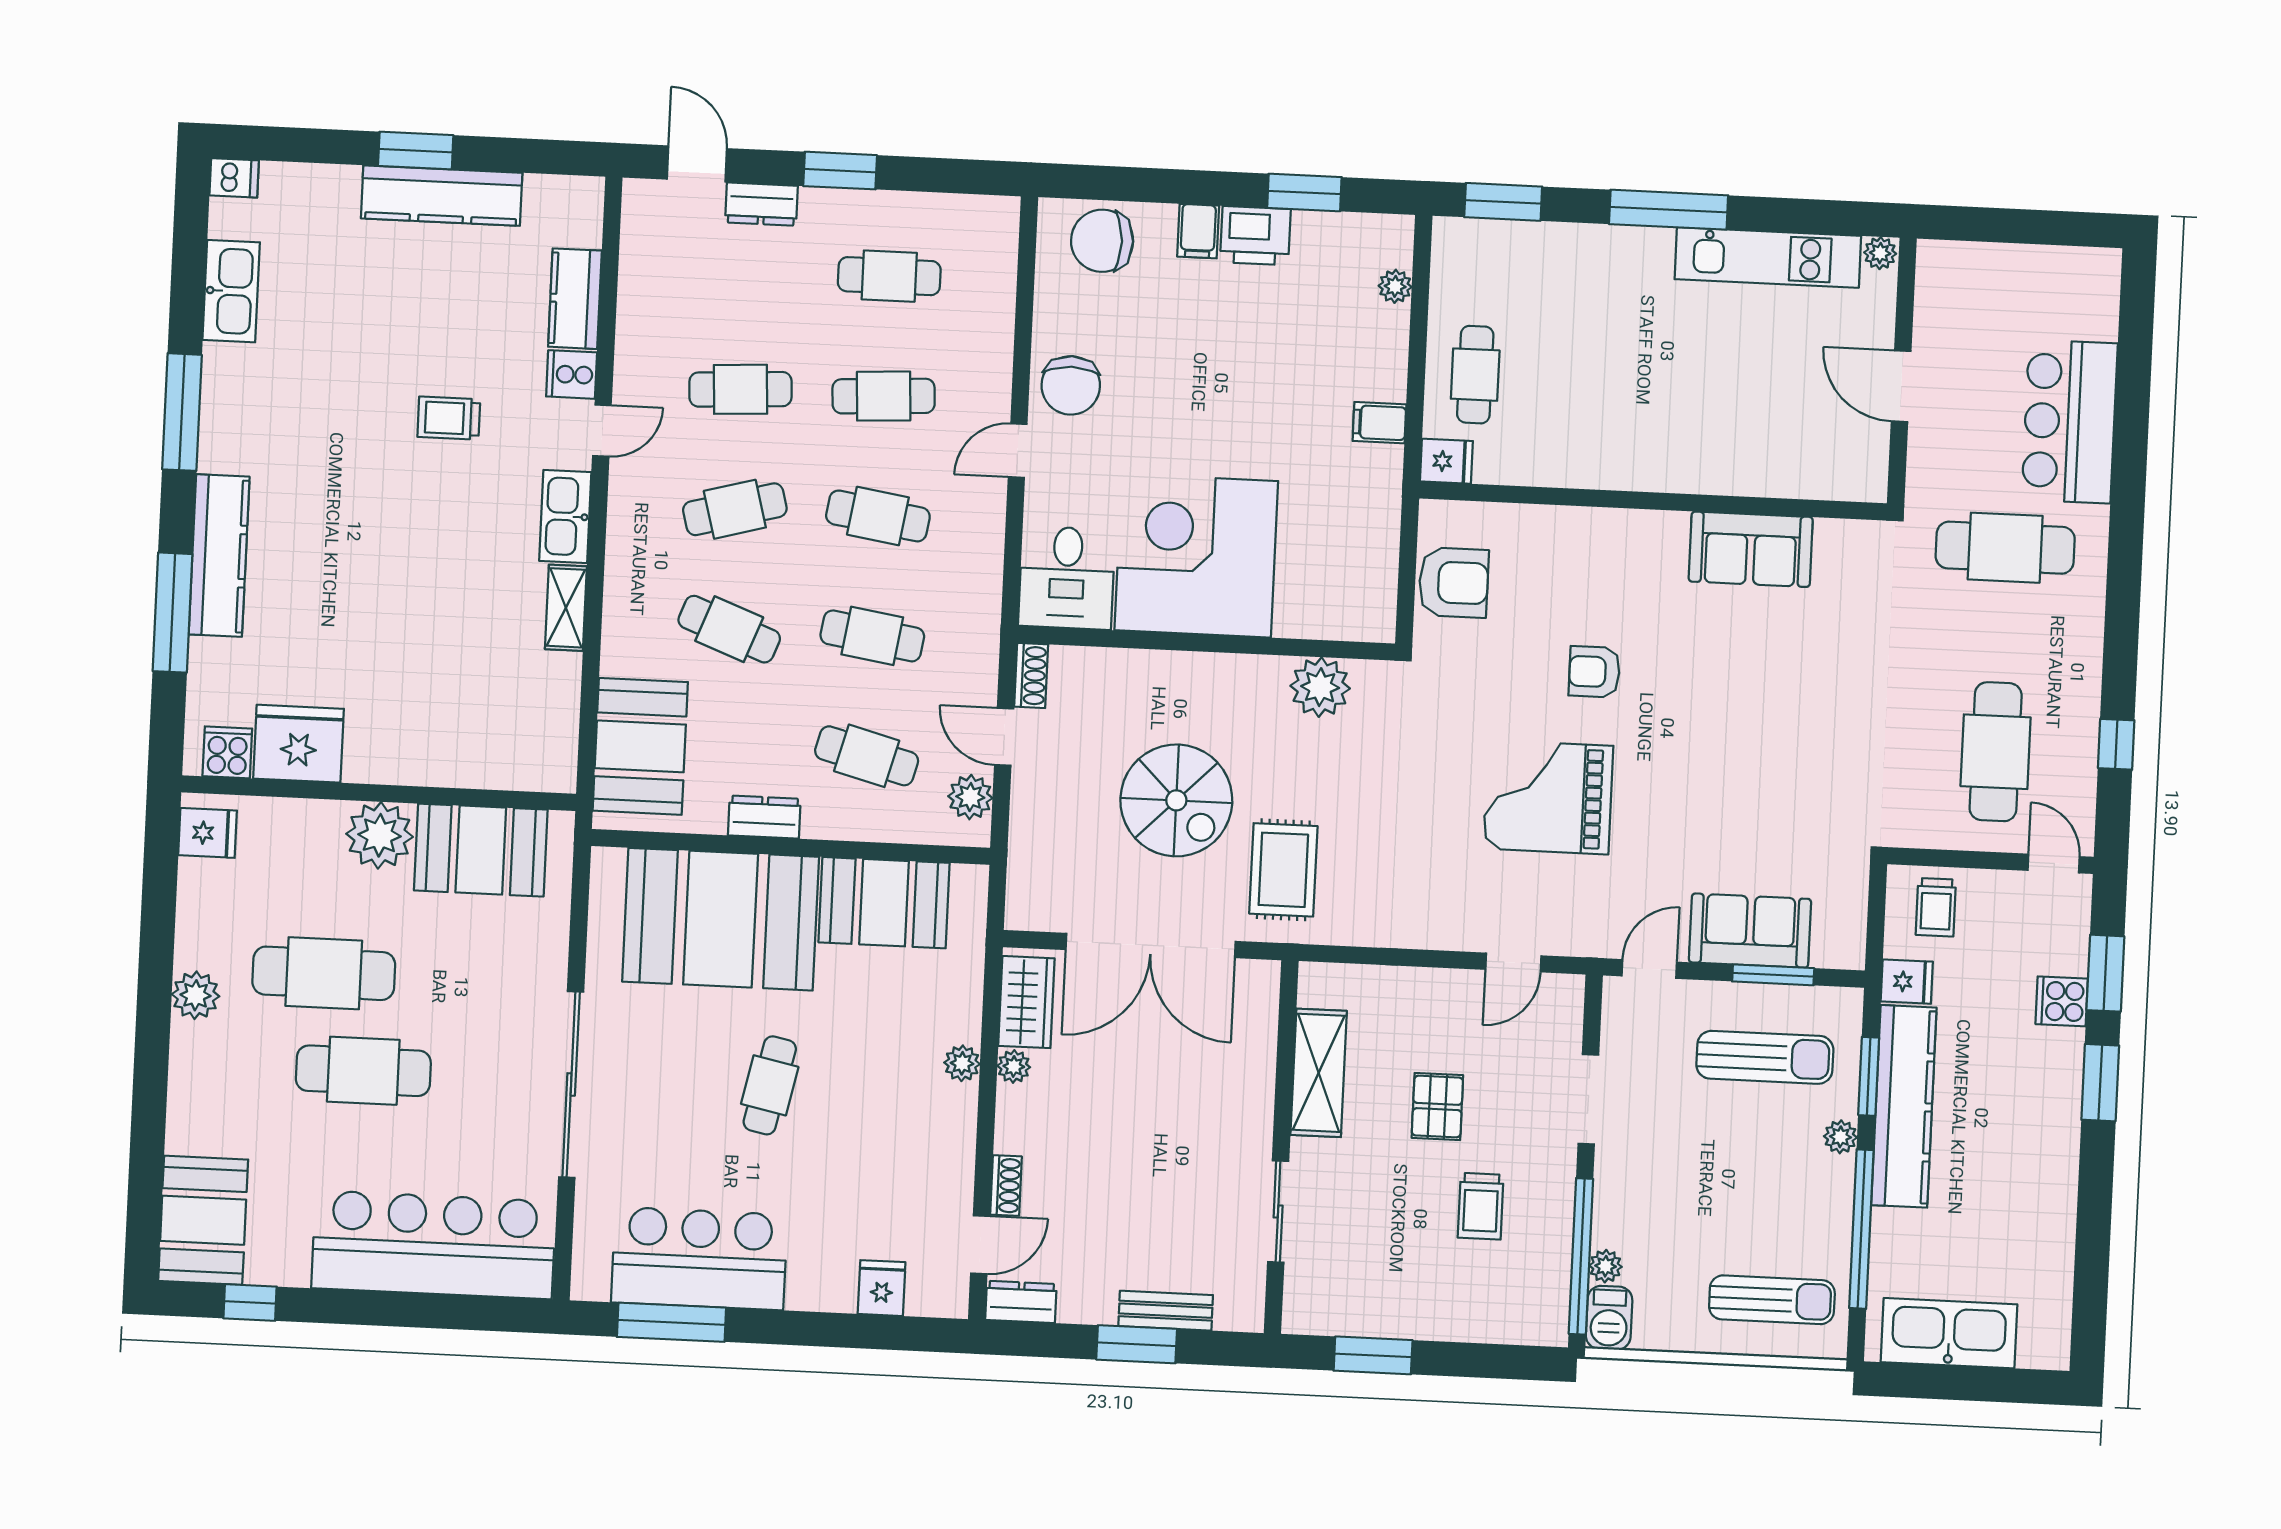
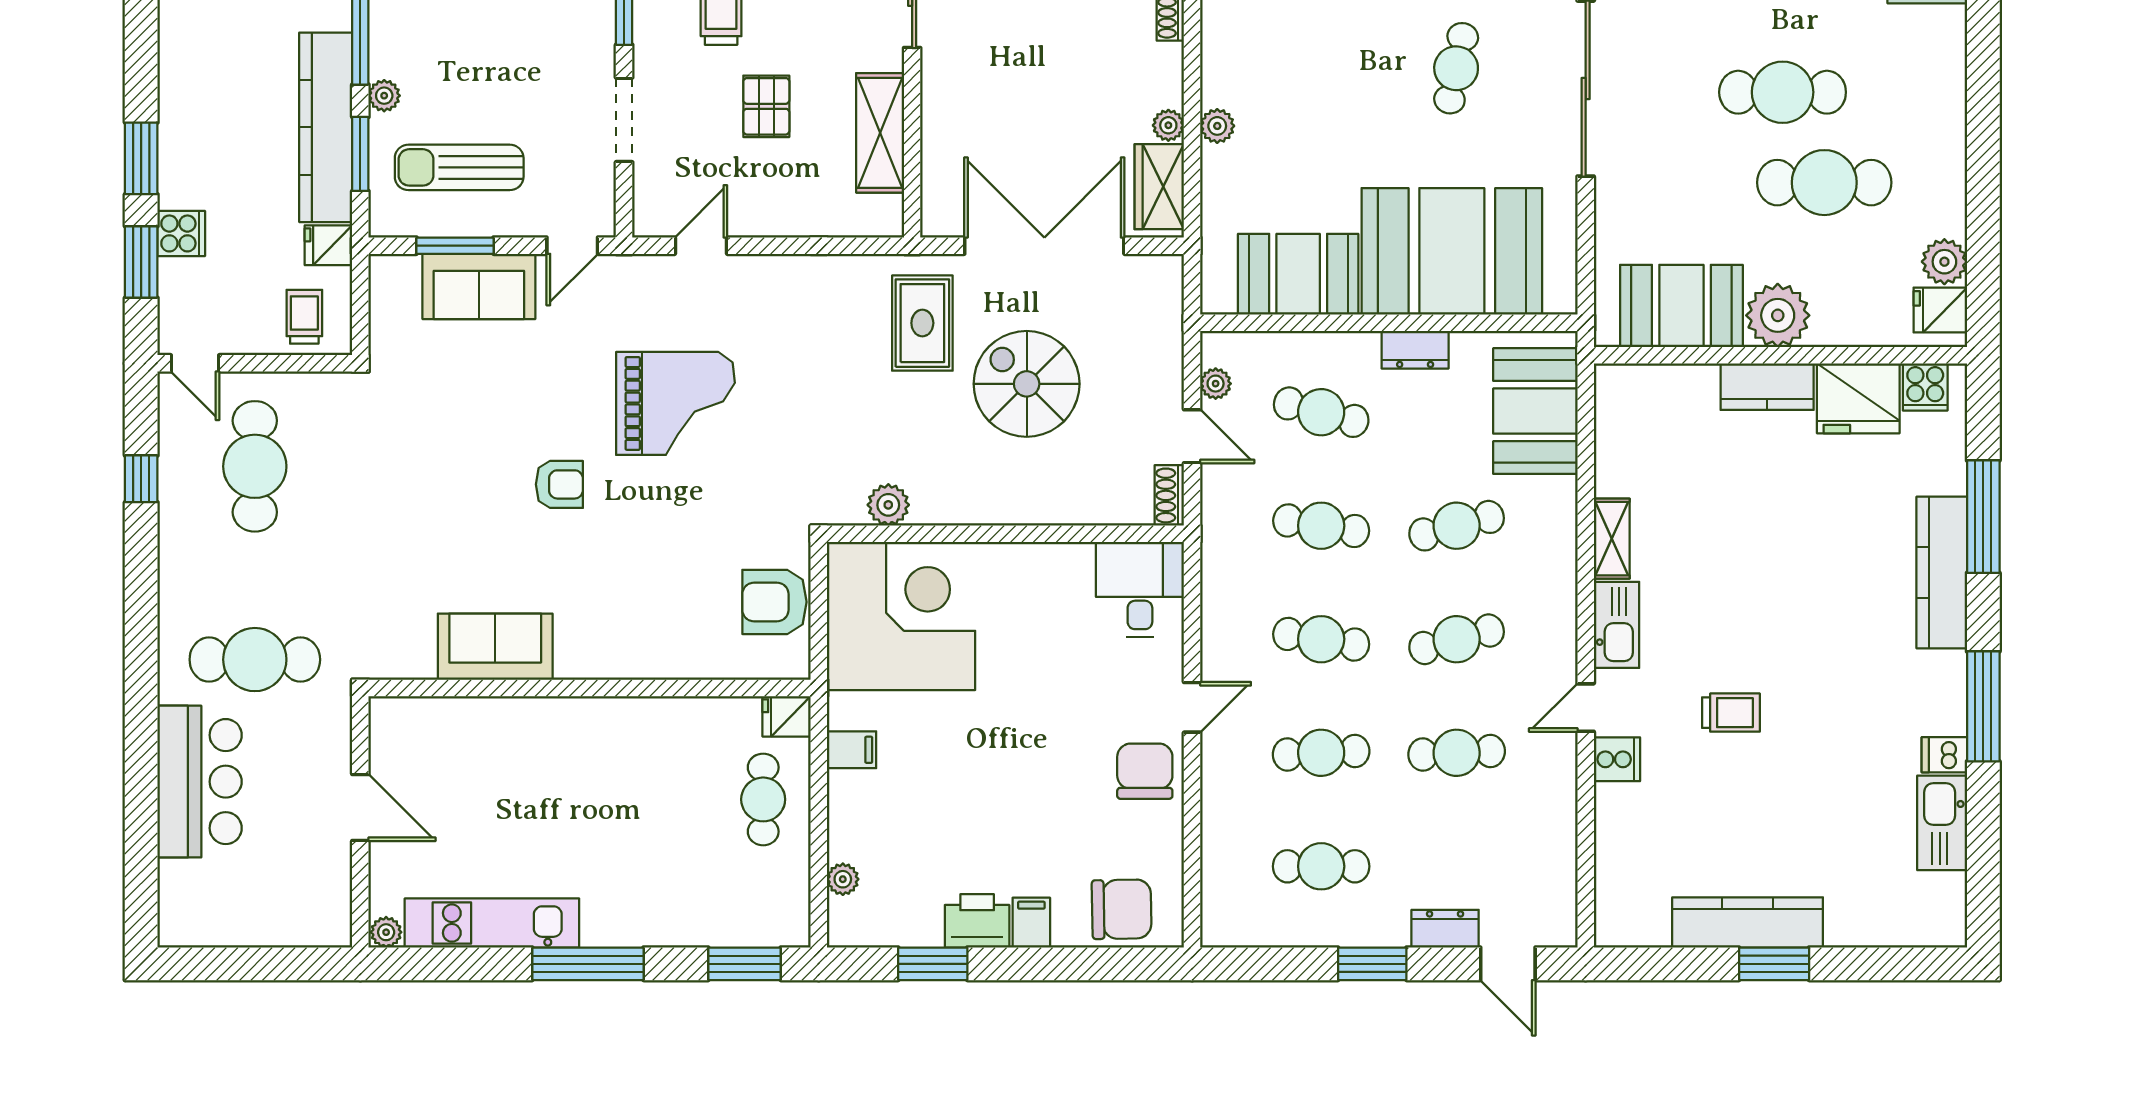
dishwasher: (234, 178) -> (1944, 755), moved
kitchen counter: (575, 299) -> (1767, 387), moved, turned 90
corner desk: (1196, 556) -> (901, 616), moved, turned -90
cafe table: (729, 629) -> (1457, 526), turned -36
armchair: (1594, 672) -> (559, 484), moved
plant: (1320, 687) -> (888, 505), width x0.73, depth x0.73
plant: (970, 797) -> (1216, 384), width x0.73, depth x0.73
plant: (196, 995) -> (1944, 262), moved
cafe table: (770, 1085) -> (1456, 68), moved

